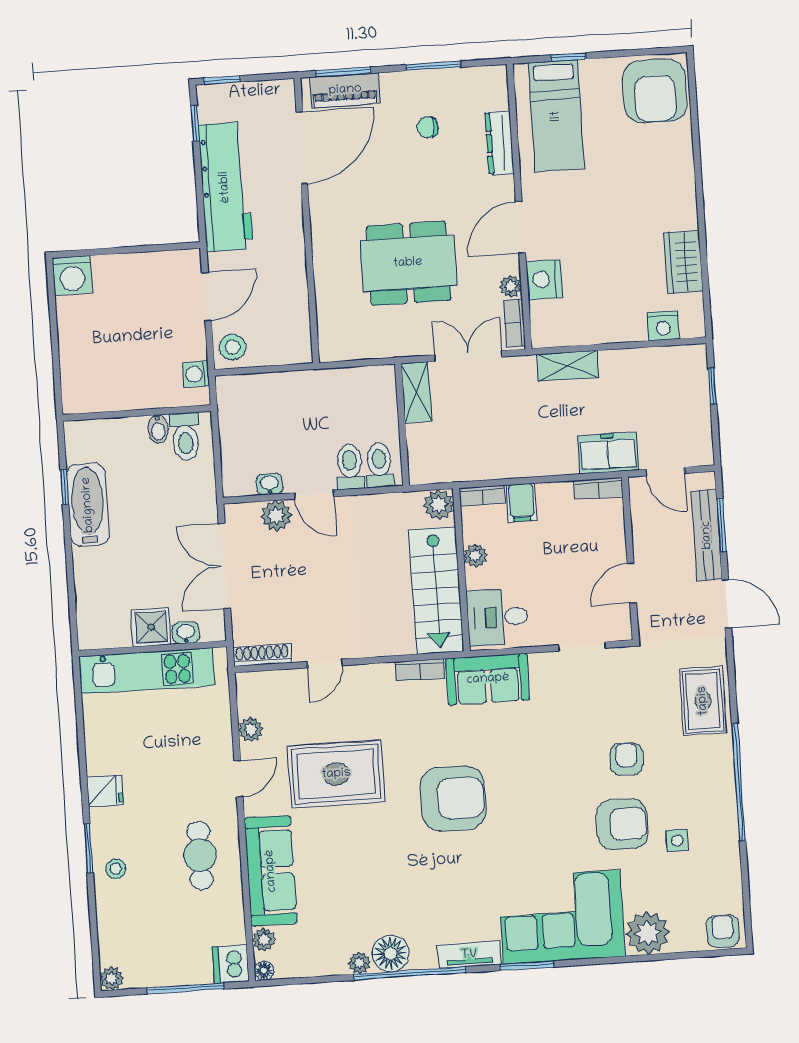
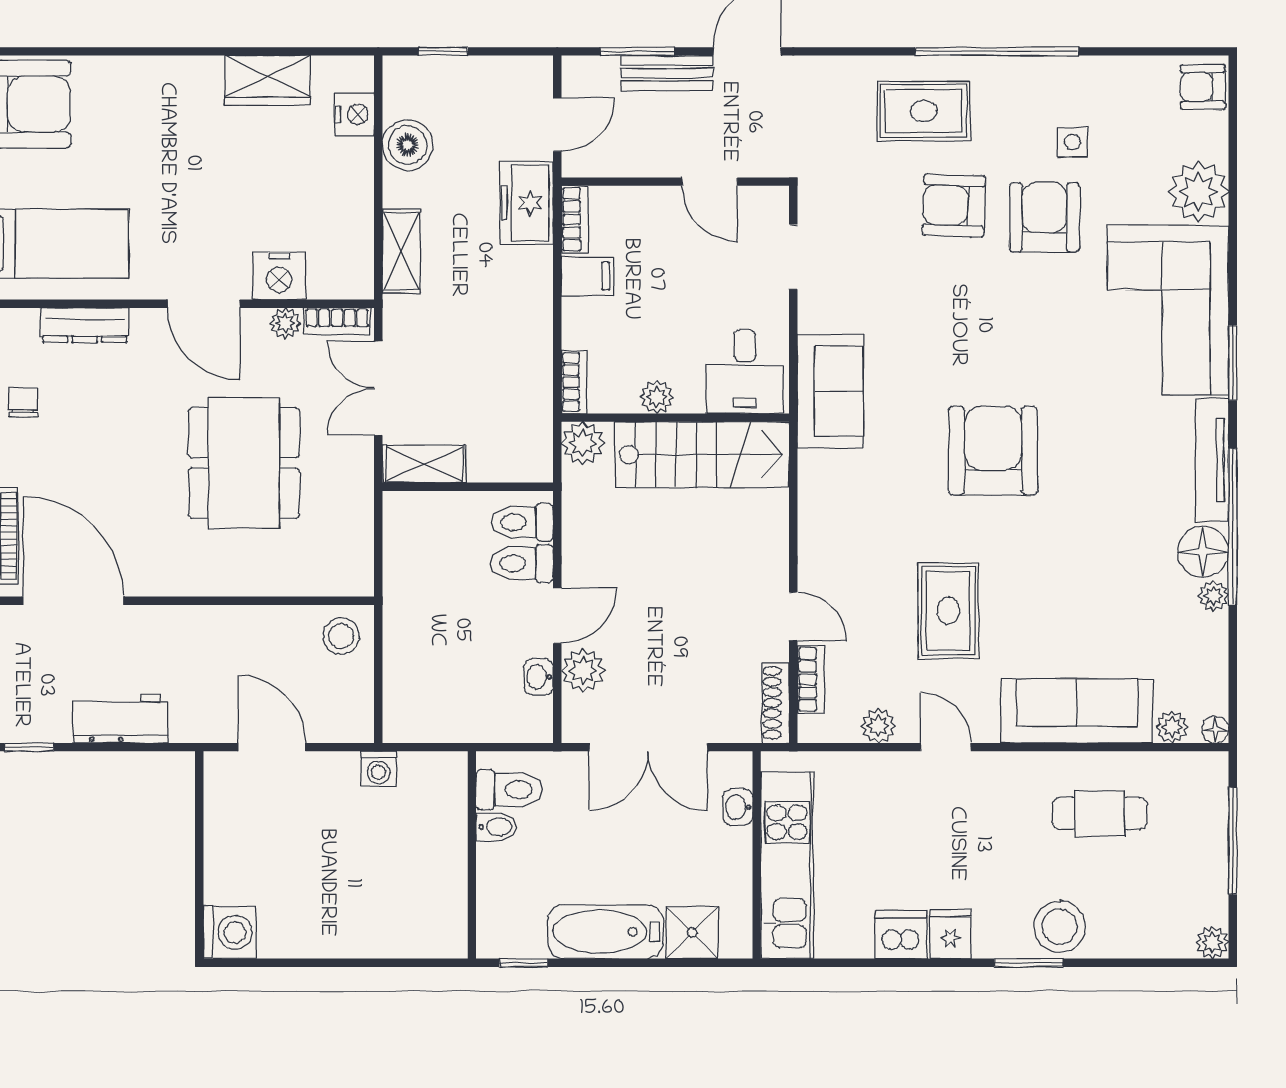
chair: (428, 127) -> (23, 402), moved, turned 180
workbench: (225, 187) -> (120, 719), width x0.53, depth x0.76
stool: (233, 347) -> (341, 636), moved
boiler: (644, 365) -> (408, 145), added
wall: (137, 413) -> (472, 855), moved
bidet: (158, 429) -> (496, 827), moved
toilet: (185, 437) -> (509, 790), moved
filing cabinet: (521, 503) -> (587, 276), moved
bathtub: (88, 505) -> (605, 932), moved
bench: (707, 535) -> (667, 73), width x0.73
shower: (151, 627) -> (692, 933), moved
bookcase: (420, 670) -> (811, 679), moved
rug: (703, 701) -> (924, 111), moved
armchair: (626, 759) -> (954, 206), width x1.38, depth x1.38
rug: (336, 774) -> (948, 611), width x0.73, depth x0.70
cafe table: (200, 855) -> (1100, 813), moved
stool: (116, 869) -> (1059, 927), width x1.89, depth x1.89
tv unit: (469, 955) -> (1212, 460), width x1.41
dishwasher: (231, 964) -> (901, 935), moved, turned 180

